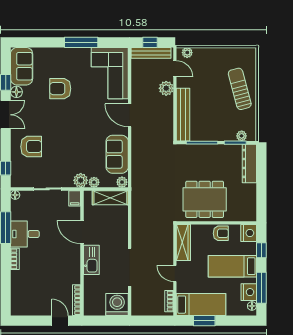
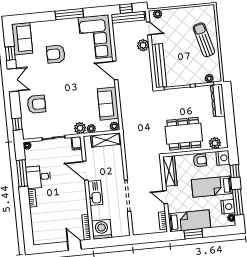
floor lamp: (16, 92) -> (20, 60), removed
plant: (241, 214) -> (215, 143), added
washing machine: (117, 304) -> (102, 229), moved

